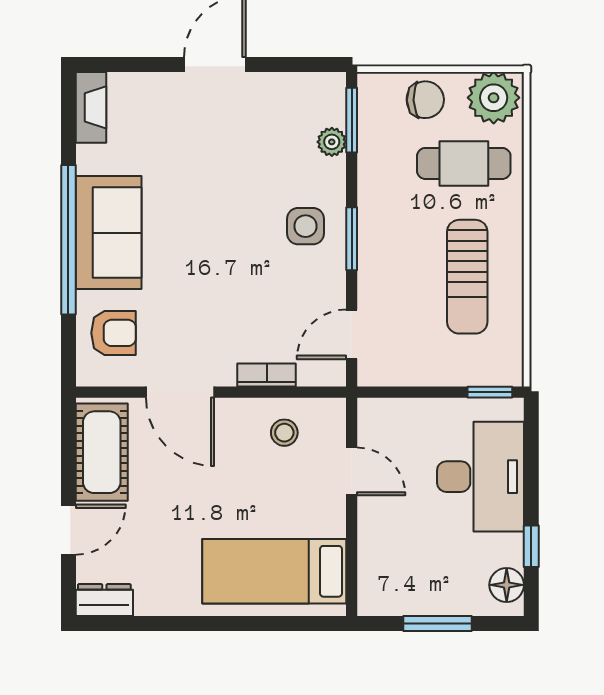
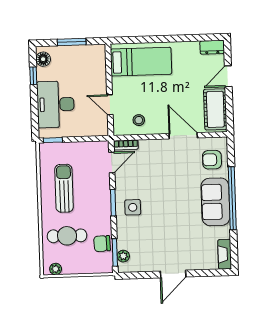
plant: (494, 98) -> (56, 269), width x0.53, depth x0.53
chair: (425, 100) -> (102, 244), moved
plant: (332, 142) -> (123, 256), moved
bookcase: (267, 375) -> (126, 145), moved

